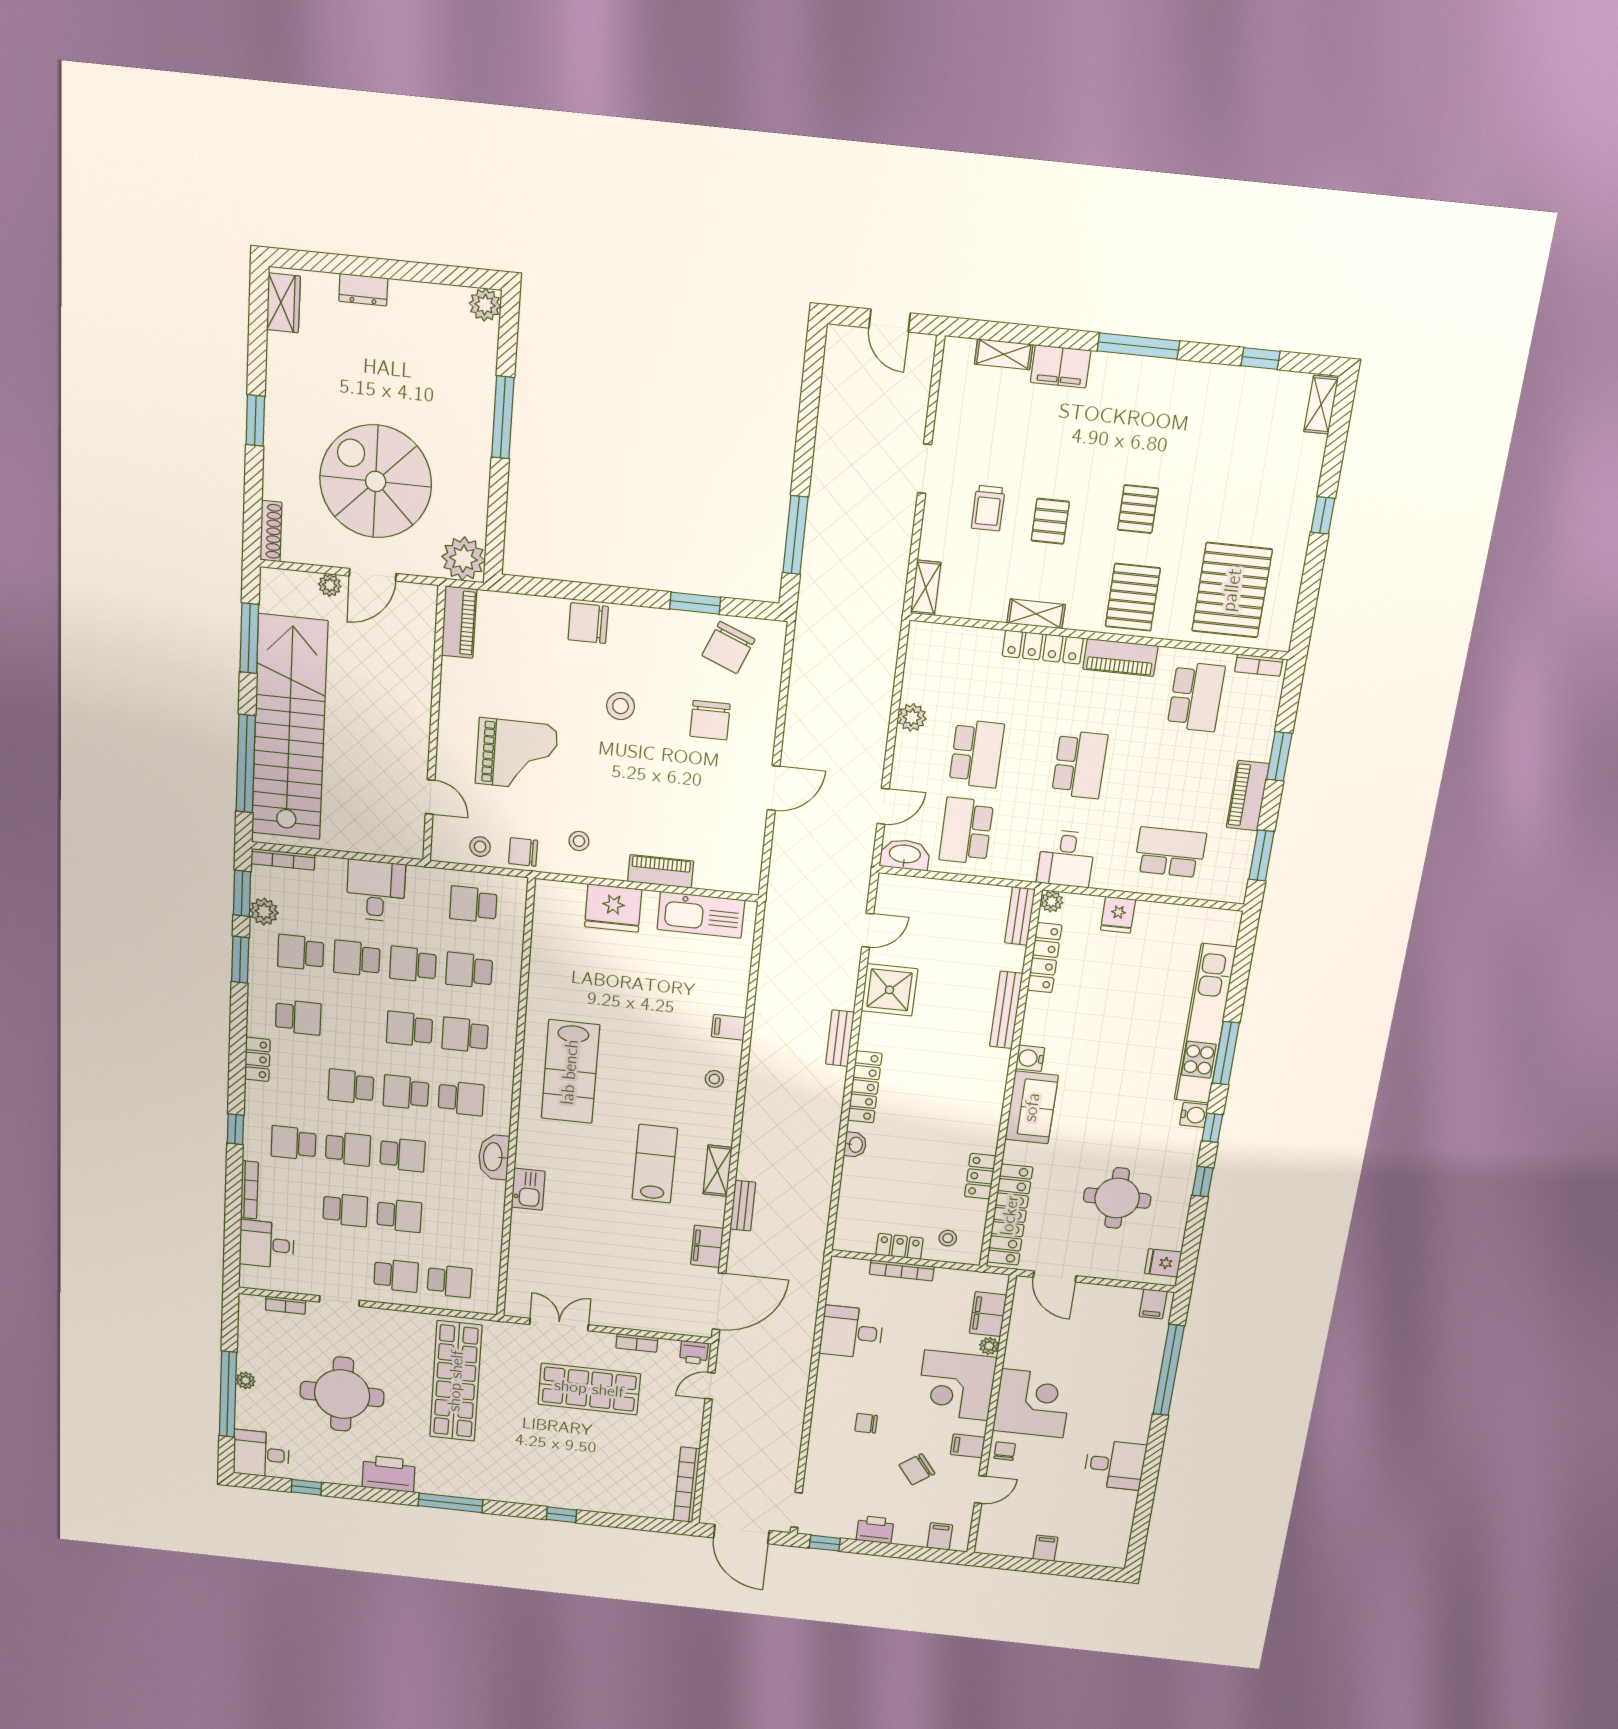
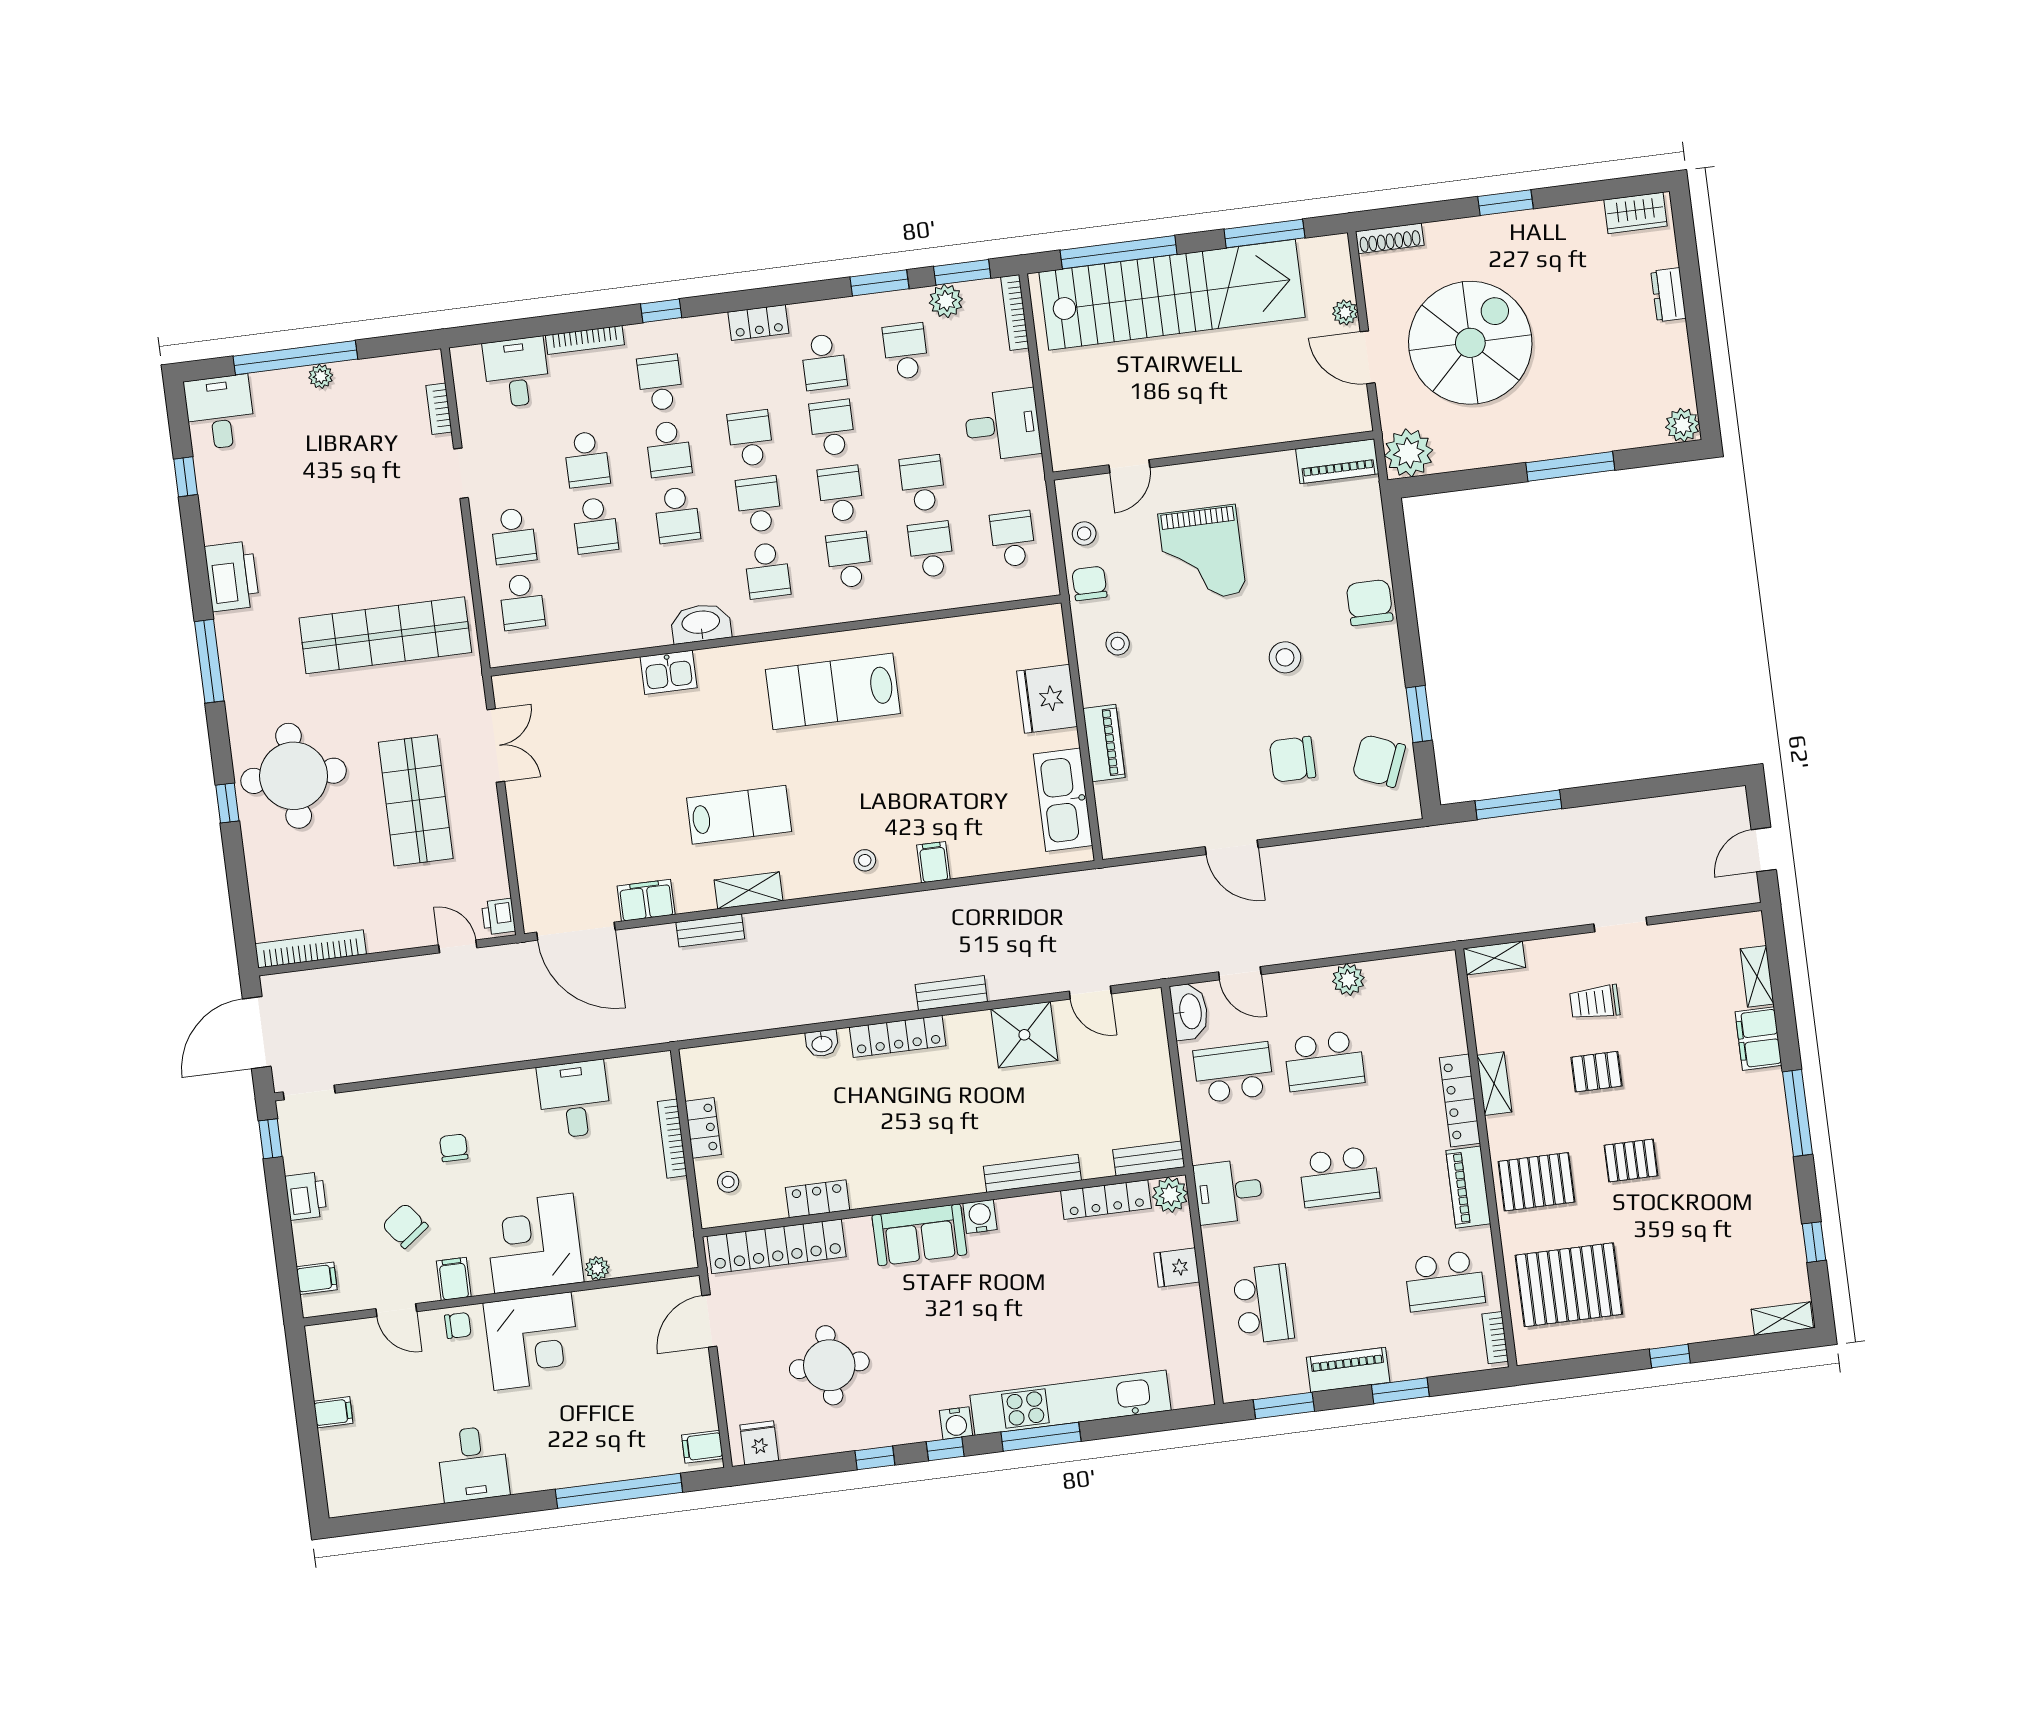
plant: (1052, 901) -> (1170, 1195), width x1.38, depth x1.38
school desk: (357, 958) -> (832, 428), moved
filing cabinet: (988, 1314) -> (640, 1256), removed
bookcase: (637, 1343) -> (494, 845), removed
round table: (342, 1394) -> (294, 776), moved

